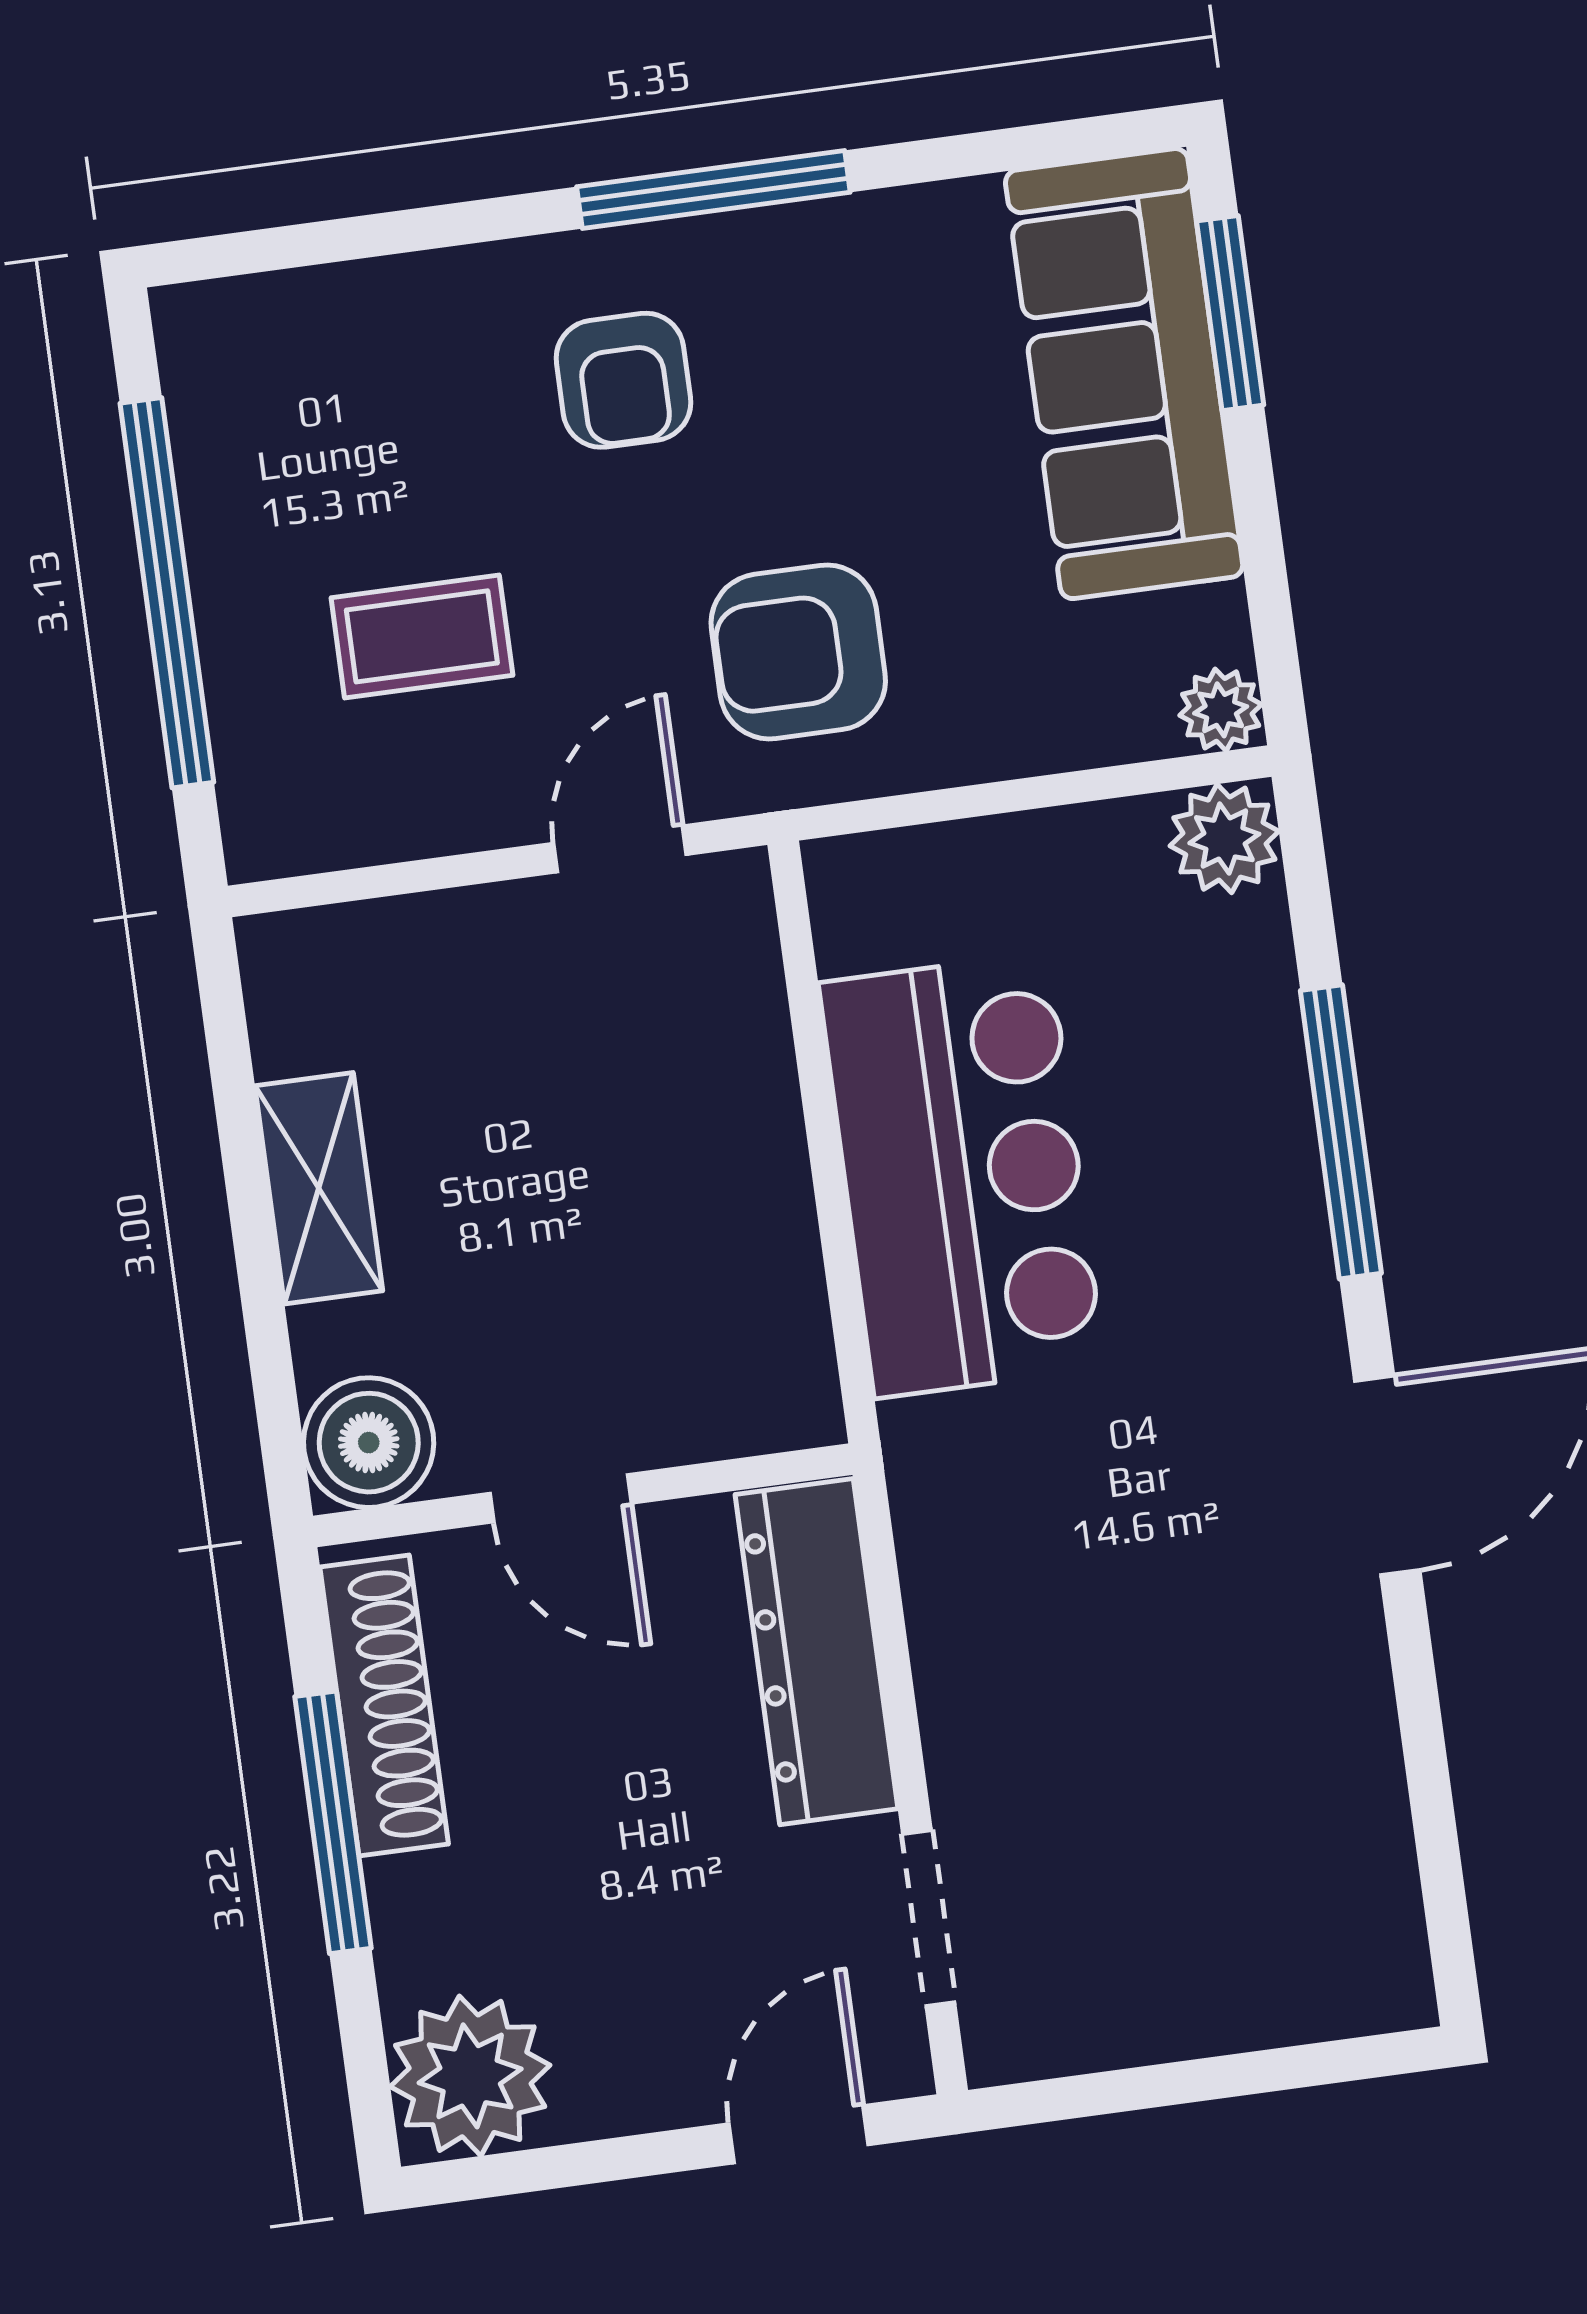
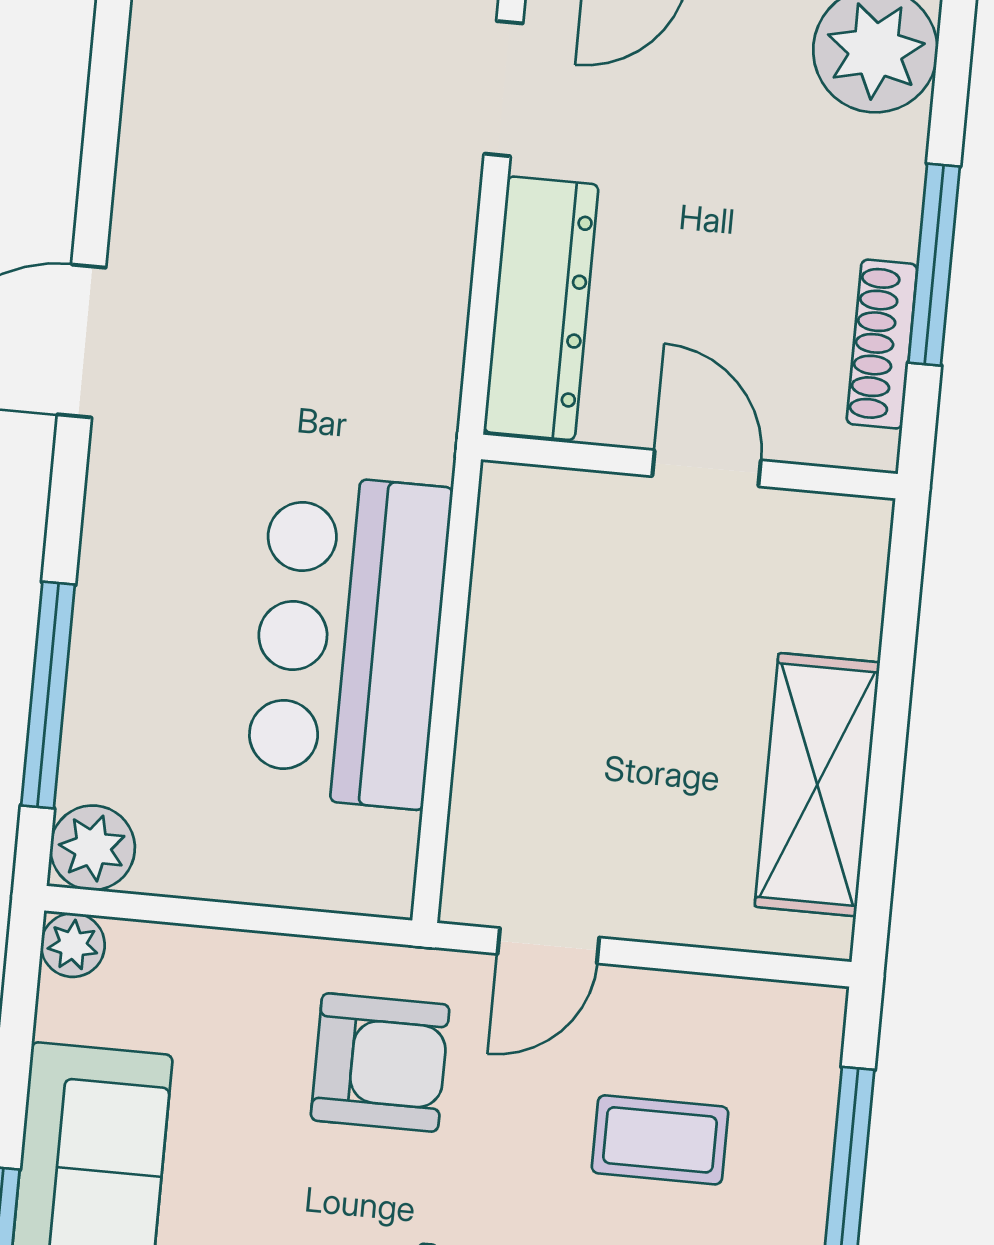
window: (1341, 1132) -> (48, 695), moved
shelving: (319, 1188) -> (817, 785), width x1.50, depth x1.33
boiler: (369, 1443) -> (841, 544), removed
shoe rack: (384, 1706) -> (882, 344), width x0.74, depth x0.81

